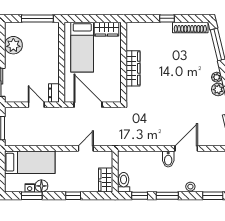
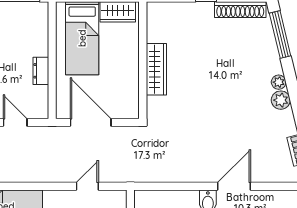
dresser: (54, 93) -> (41, 71), moved

